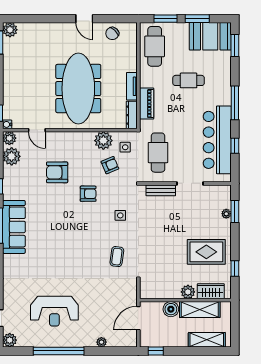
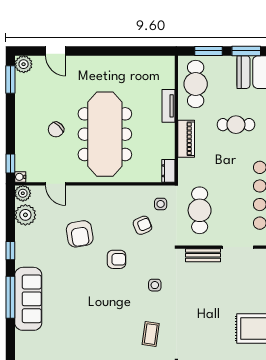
door: (84, 19) -> (56, 51), moved
chair: (112, 33) -> (56, 130), moved
tv unit: (132, 86) -> (168, 106), moved
piano: (147, 104) -> (186, 139), moved
dresser: (132, 115) -> (168, 171), width x0.70
plant: (103, 141) -> (135, 196), removed
armchair: (57, 172) -> (80, 234), turned -99

